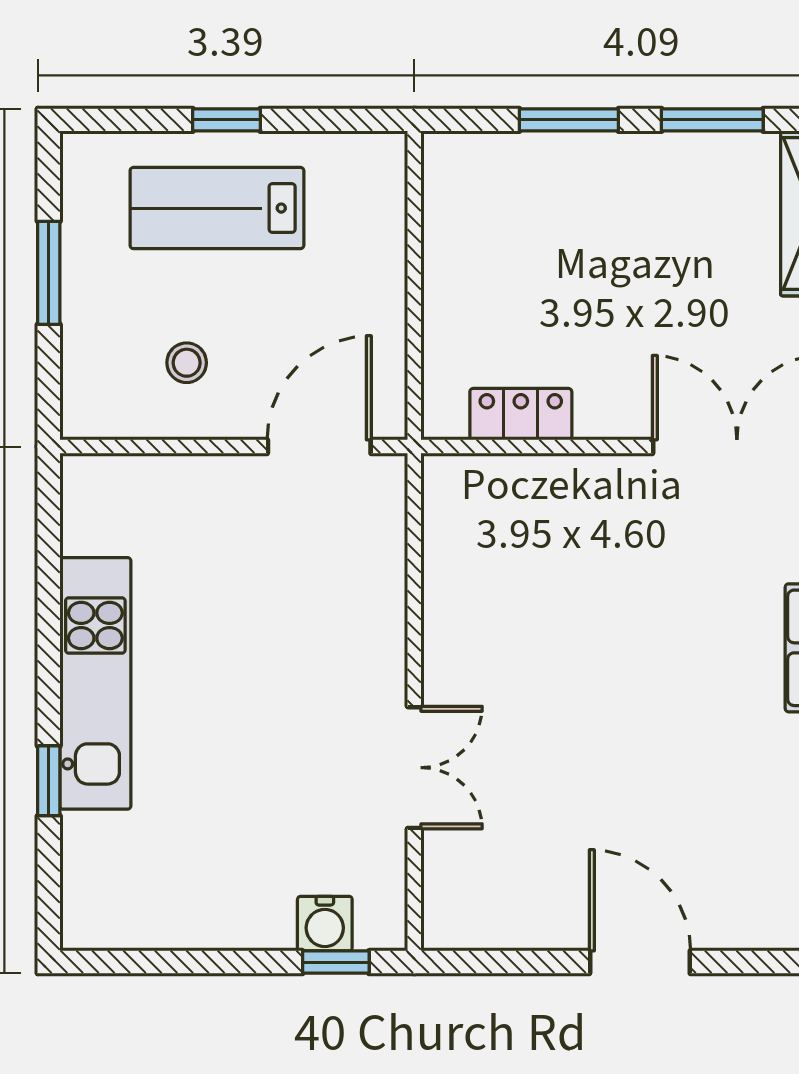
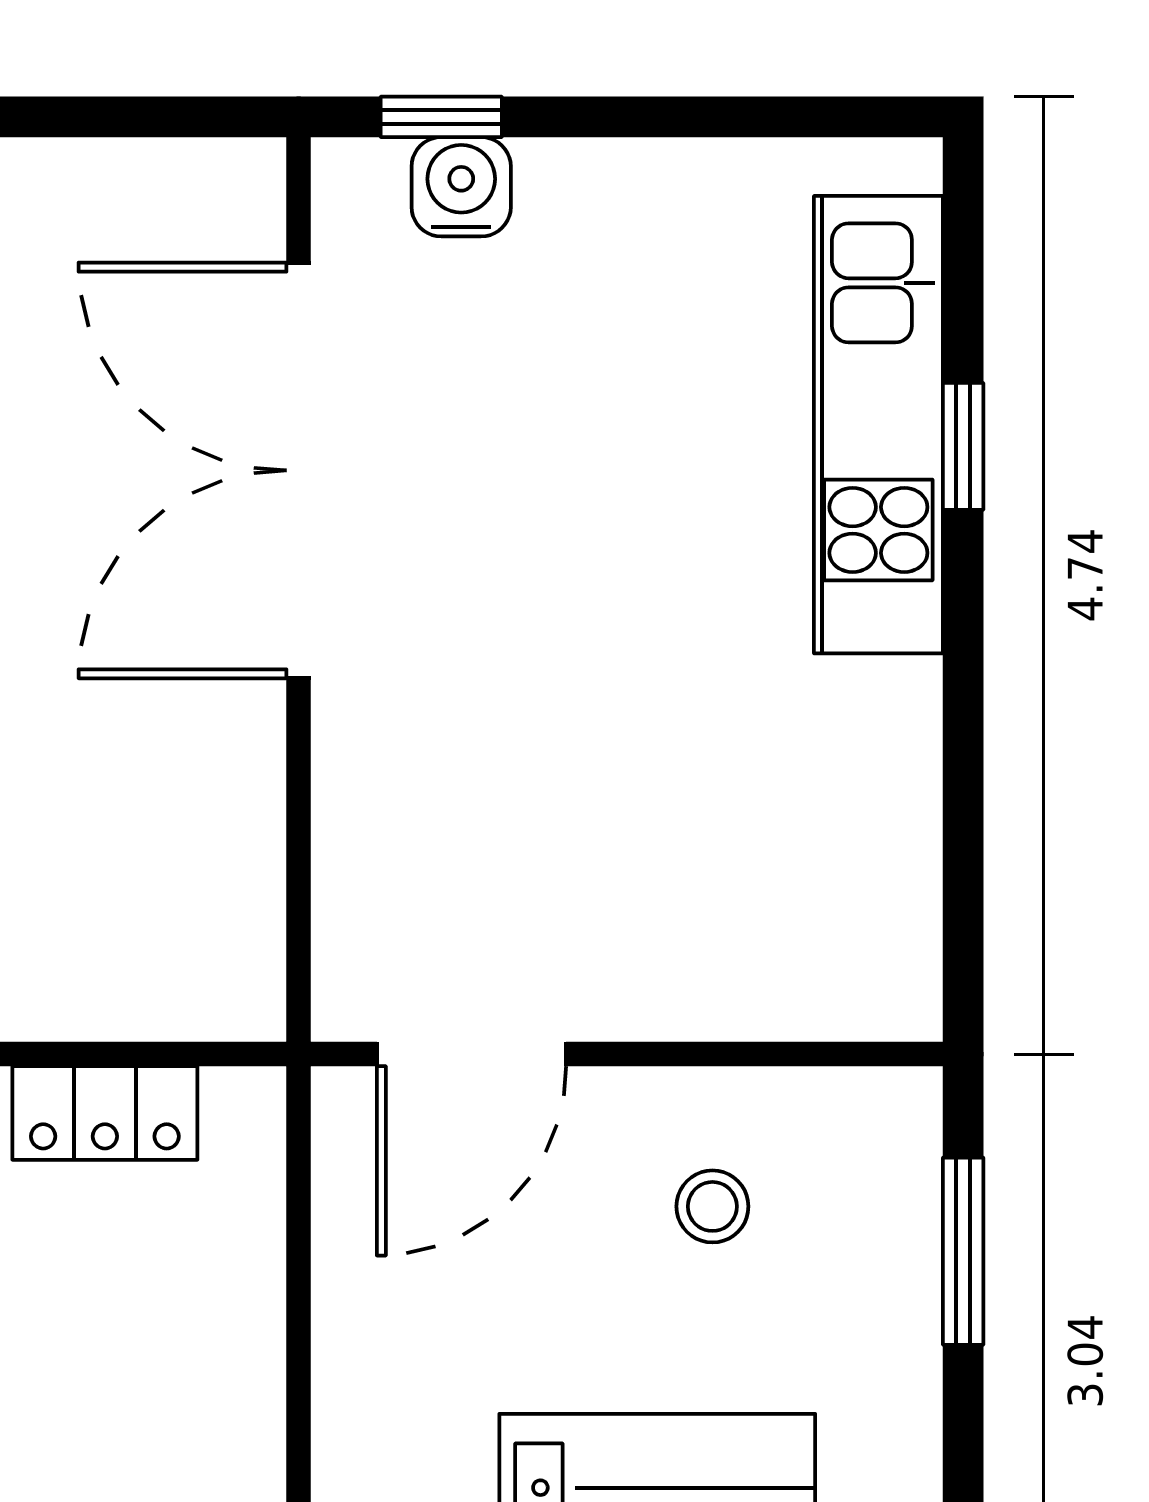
window: (49, 273) -> (963, 1251), moved
kitchen unit: (95, 683) -> (878, 425), moved
double door: (414, 768) -> (299, 470), width x1.87

